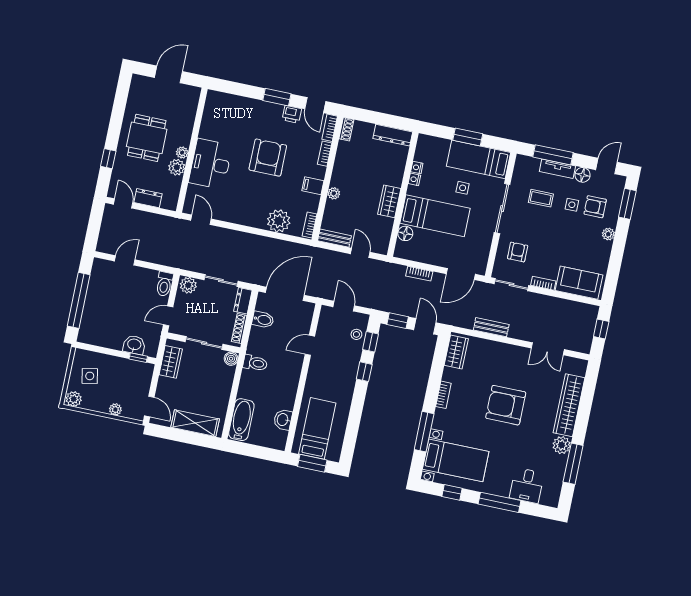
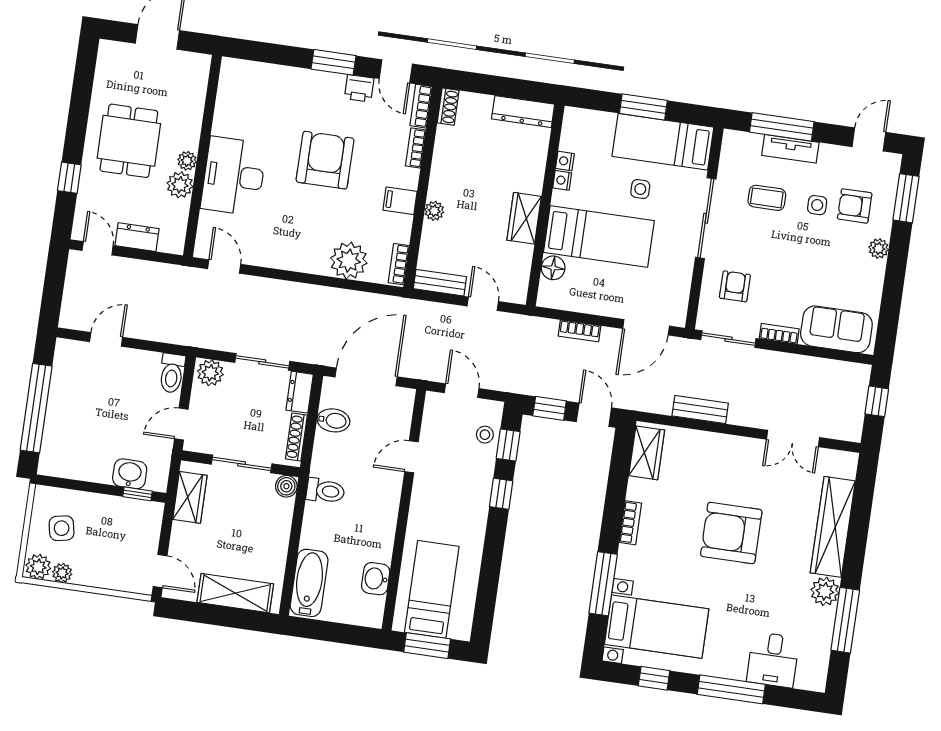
floor lamp: (583, 175) -> (831, 156), removed
plant: (115, 409) -> (62, 573), moved

